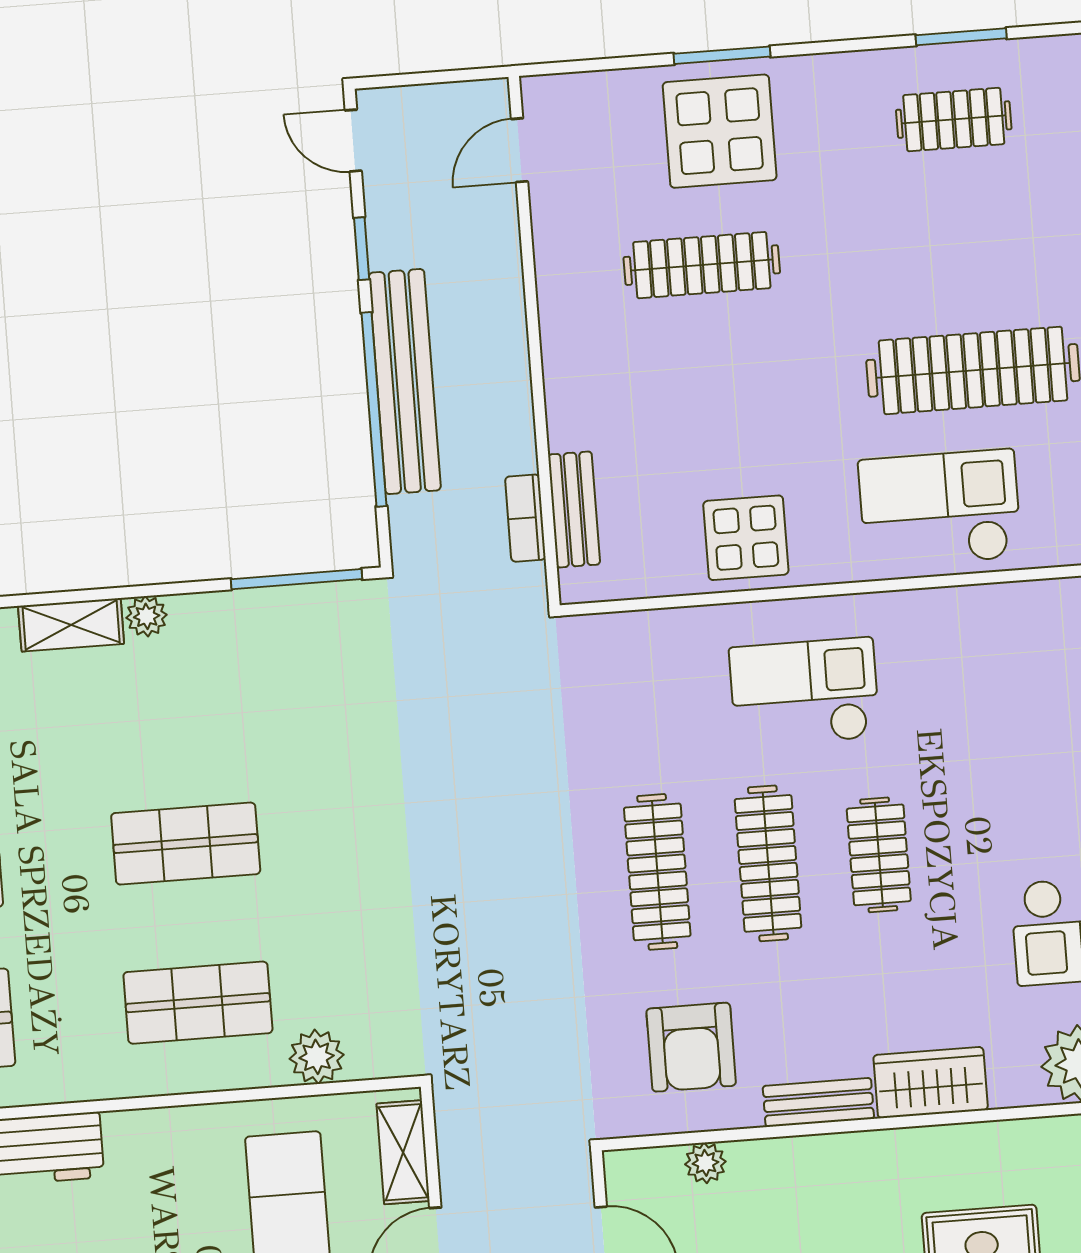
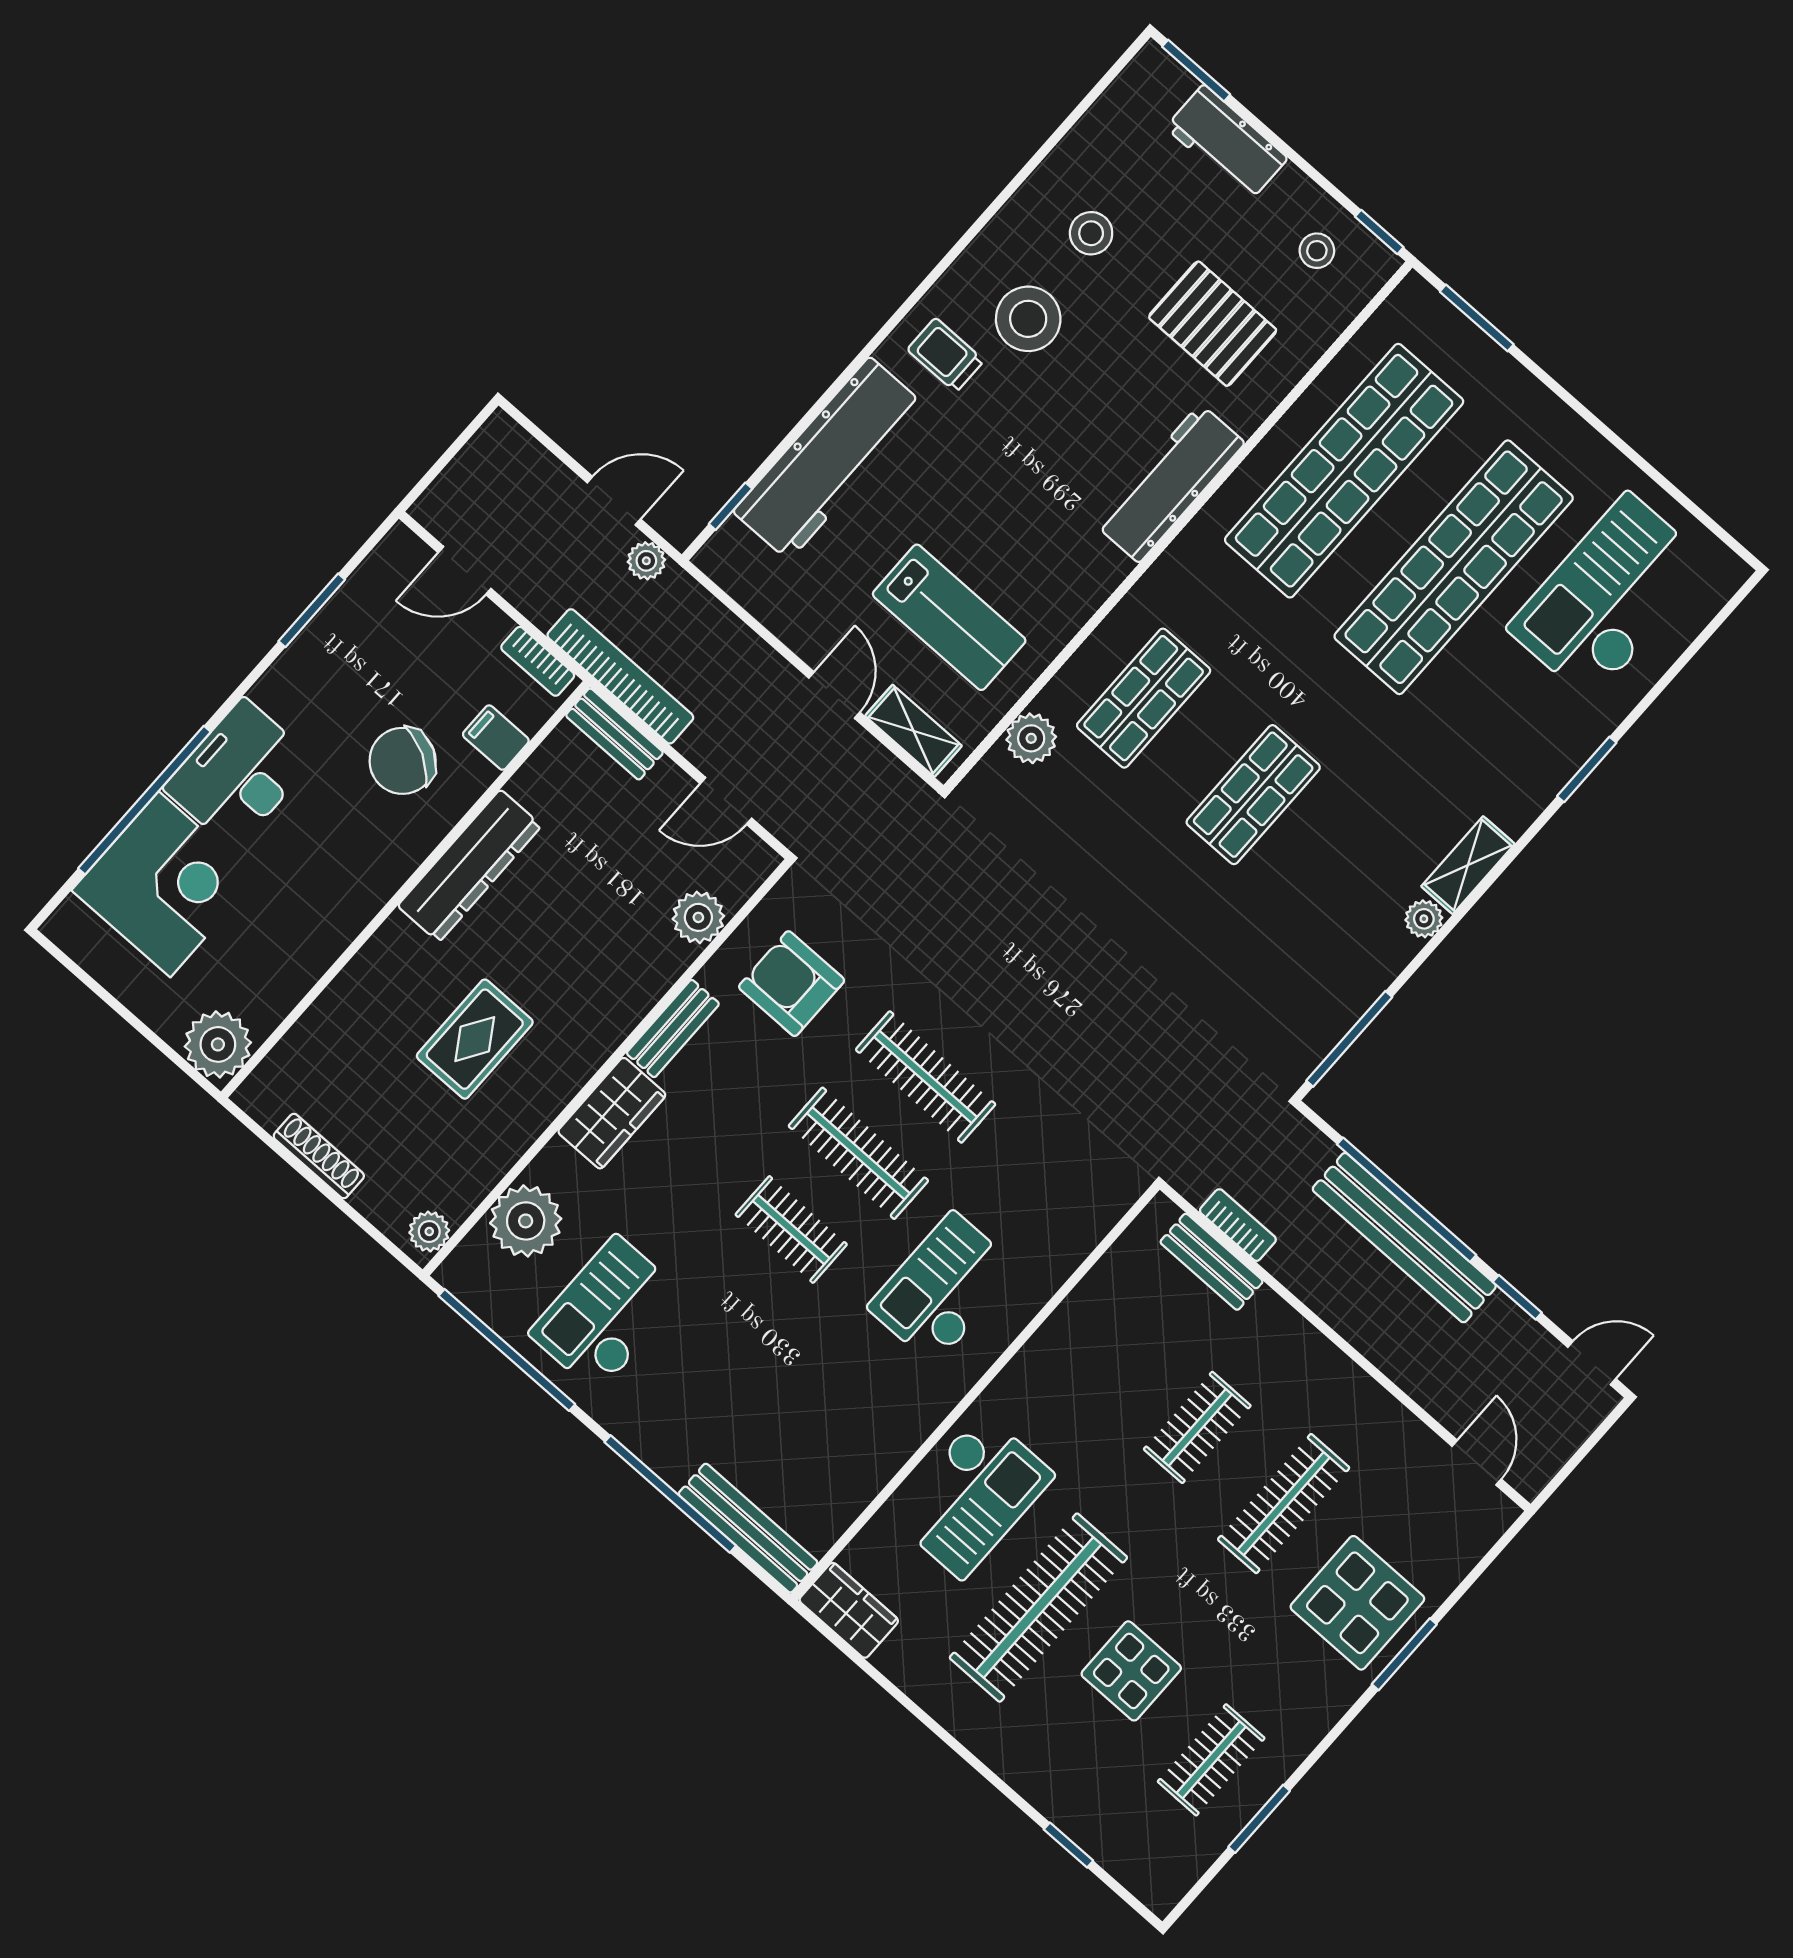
clothes rail: (711, 391) -> (1197, 1427), added
display table: (746, 538) -> (1131, 1671), moved
checkout: (804, 693) -> (944, 1289), turned 180
plant: (705, 1163) -> (698, 917), width x1.38, depth x1.38

